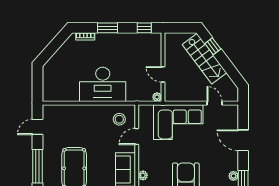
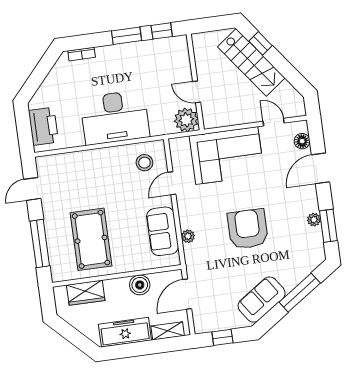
window: (108, 28) -> (126, 36), moved
printer: (51, 84) -> (43, 126), added
plant: (157, 97) -> (186, 120), width x1.87, depth x1.87
floor lamp: (233, 119) -> (302, 141), added
door: (243, 140) -> (320, 168), hinge flipped

